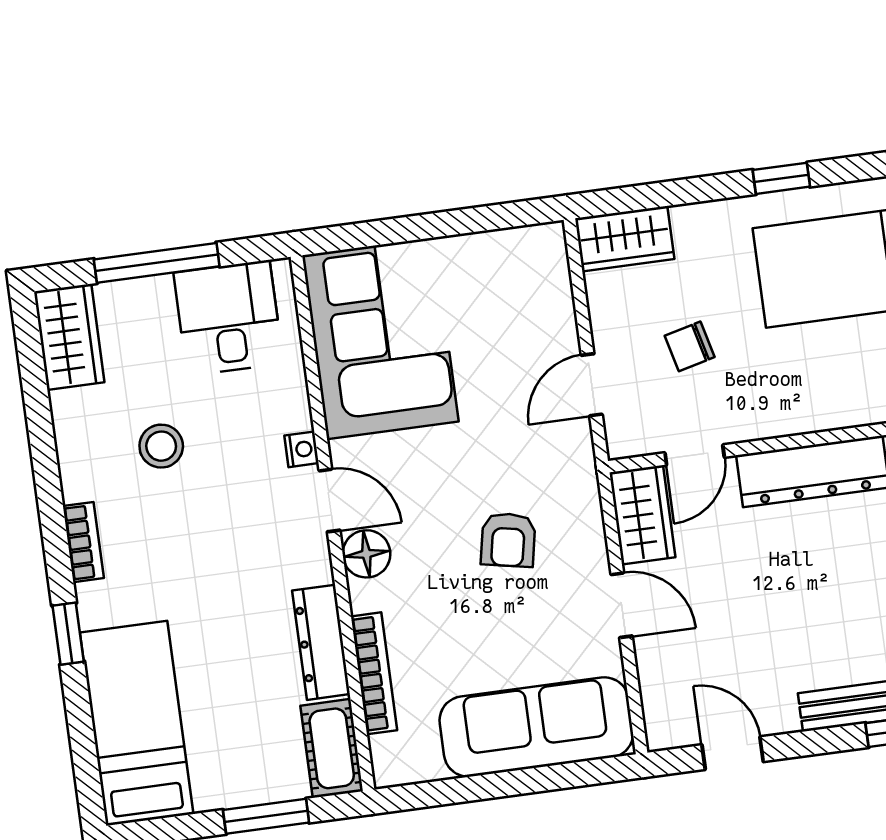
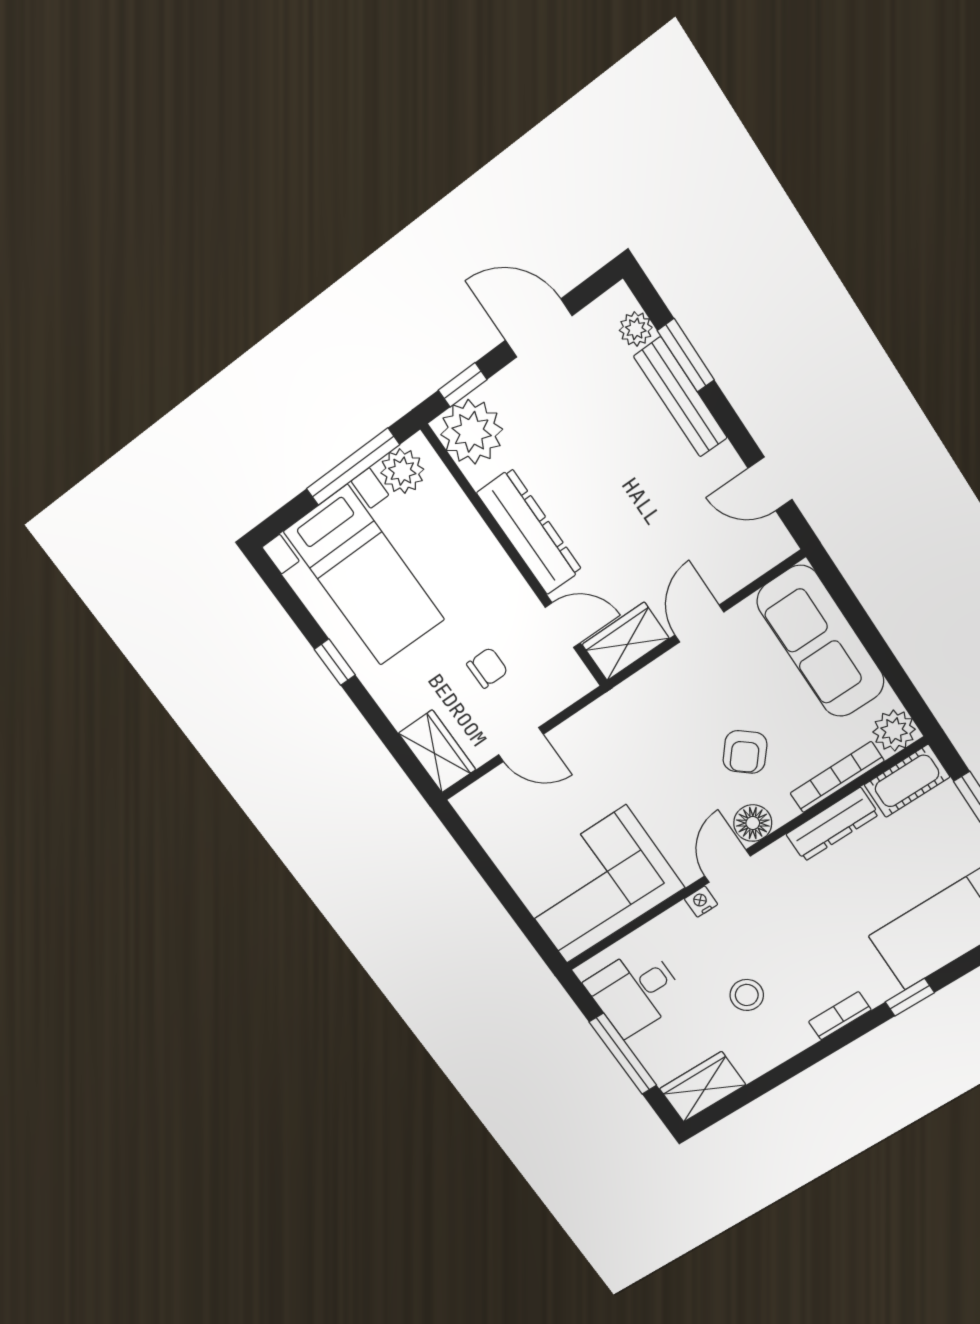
chair: (690, 346) -> (487, 668), turned -76
door: (592, 385) -> (521, 745), moved
armchair: (508, 540) -> (745, 752), moved, turned 119
door: (733, 753) -> (770, 484), hinge flipped
plant: (397, 760) -> (894, 731), added

